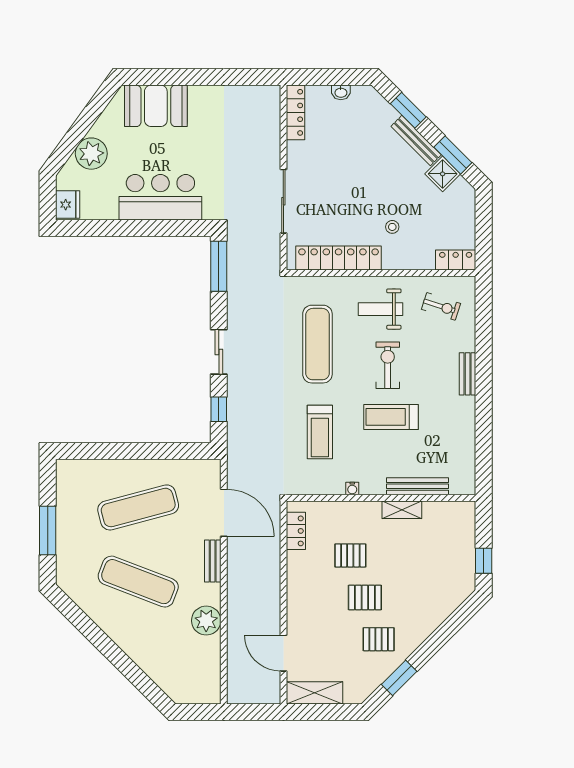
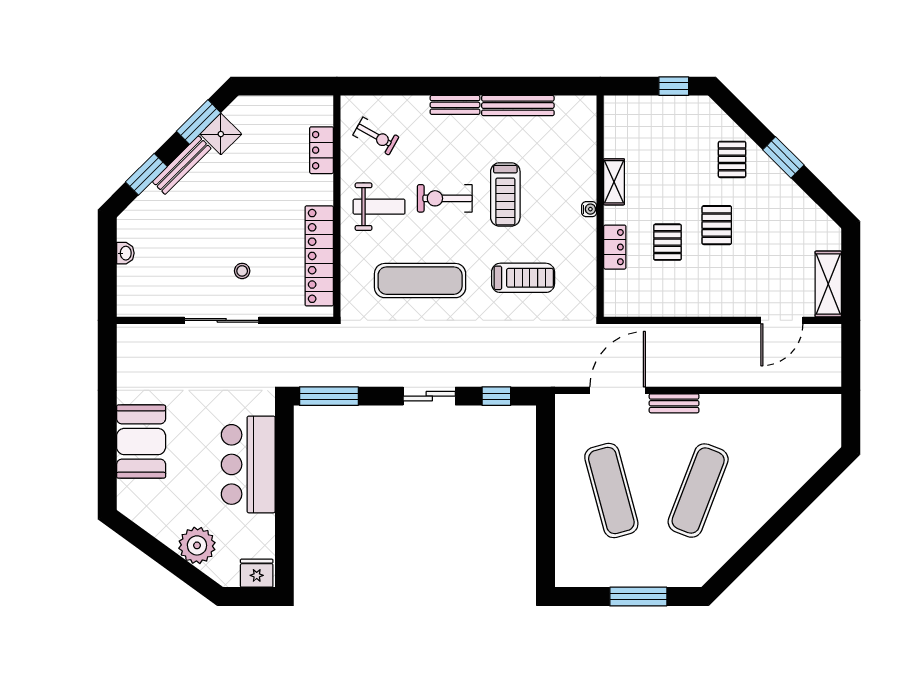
booth: (156, 106) -> (141, 442), moved
locker: (296, 112) -> (149, 306), removed
sliding door: (283, 201) -> (222, 320), moved
stool: (392, 227) -> (242, 271), moved
locker: (456, 260) -> (322, 150), moved
exercise bike: (441, 306) -> (376, 136), turned 101
weight bench: (381, 309) -> (379, 207), turned -90
bench: (417, 486) -> (518, 106), moved, turned 90
water cooler: (352, 489) -> (589, 209), moved
locker: (296, 531) -> (615, 247), moved, turned 90
plant: (206, 621) -> (744, 411), removed
pallet: (379, 639) -> (732, 159), moved
window: (399, 678) -> (783, 157), moved

